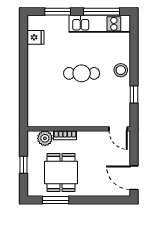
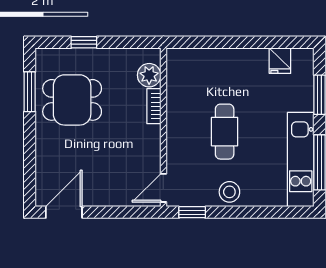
wall: (79, 129) -> (163, 127), moved
door: (118, 129) -> (163, 188), moved
bookcase: (65, 135) -> (154, 106), moved
plant: (45, 138) -> (149, 75), moved

